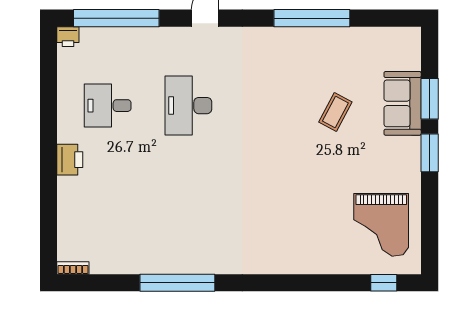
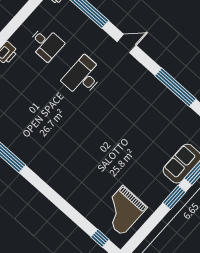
desk: (108, 106) -> (46, 44), turned 180
coffee table: (335, 112) -> (148, 140), removed

